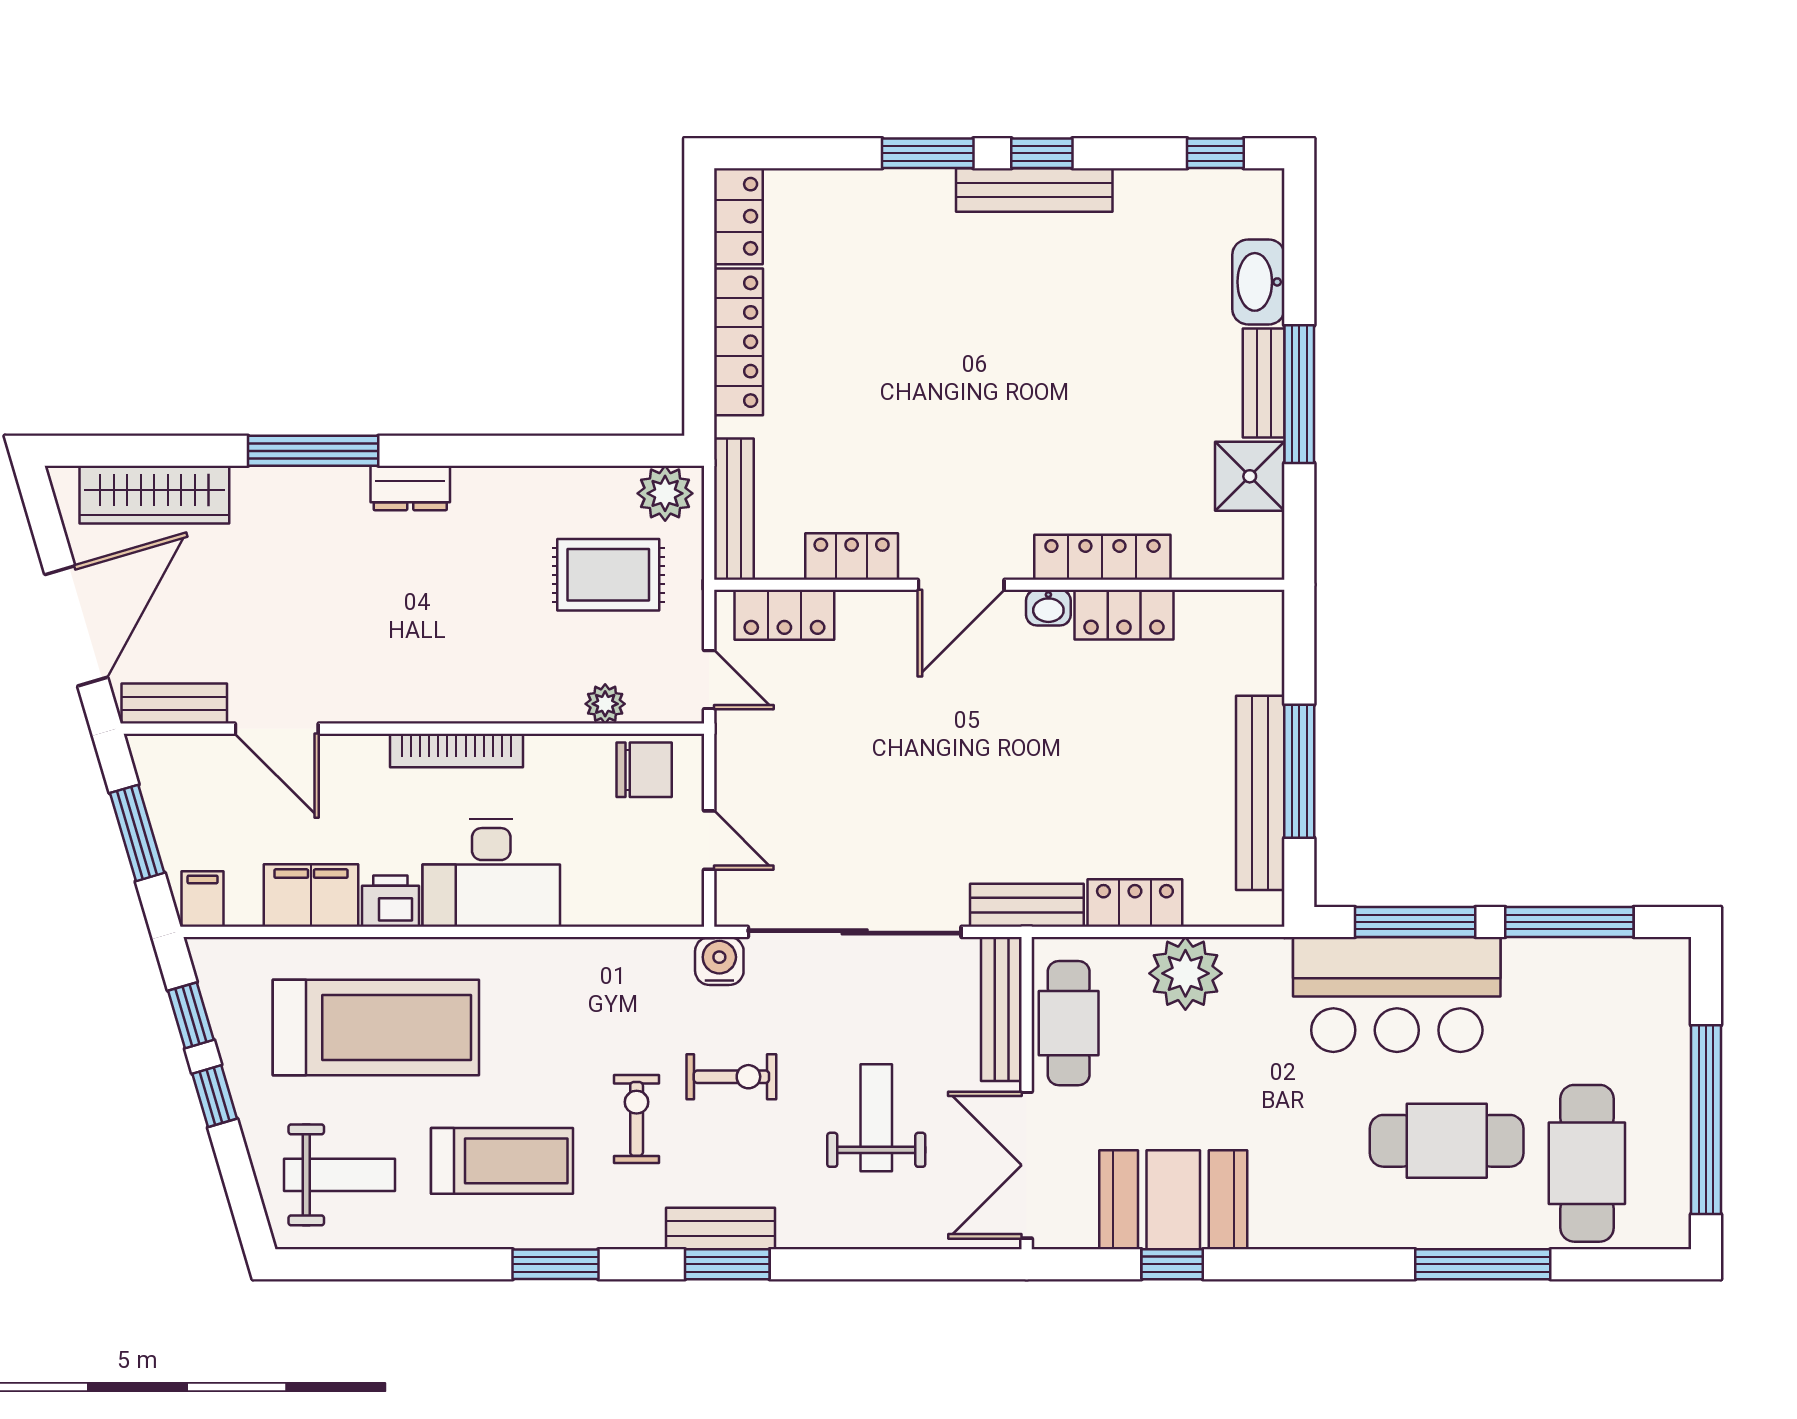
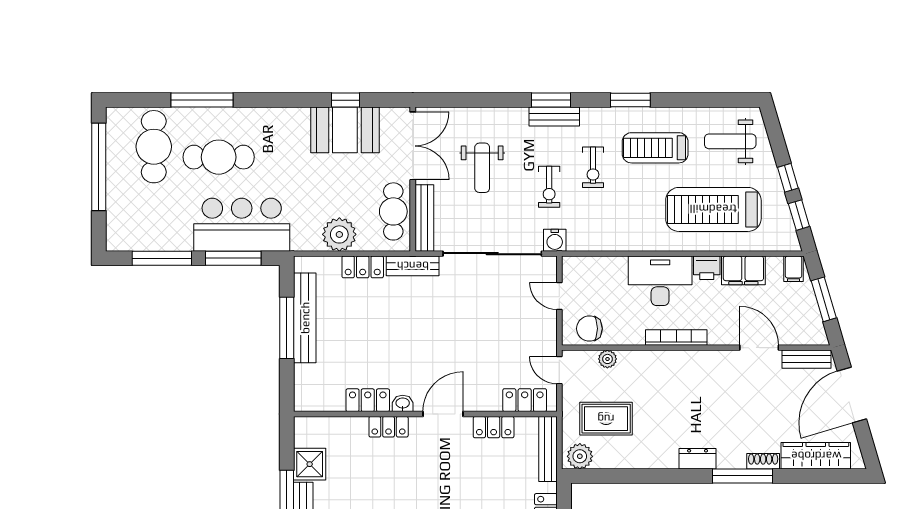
shoe rack: (268, 483) -> (763, 461), added
locker: (1102, 557) -> (389, 427), width x0.66
exercise bike: (731, 1077) -> (549, 187), turned -90

